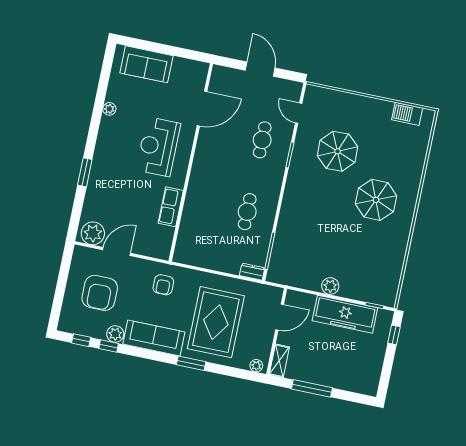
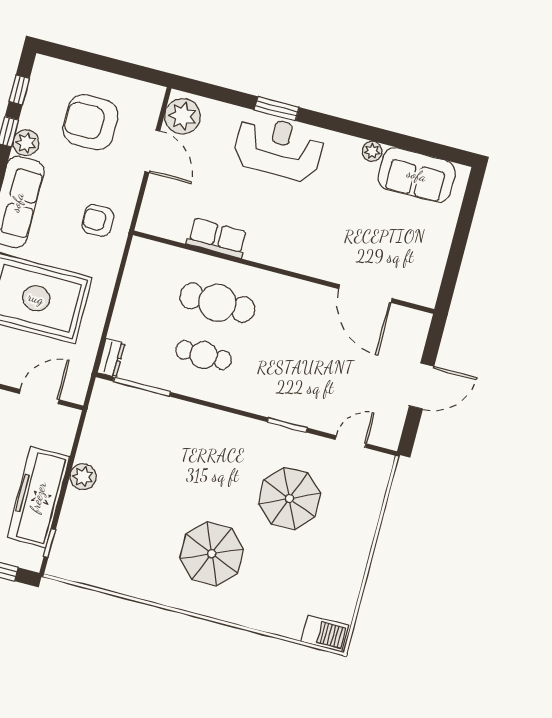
sofa: (146, 64) -> (417, 175), moved, turned -90
barbecue: (407, 114) -> (325, 633), moved, turned 90
cafe table: (262, 140) -> (217, 303), moved, width x1.37, depth x1.35
reception desk: (158, 147) -> (278, 148), moved
door: (280, 317) -> (39, 397), swing flipped

